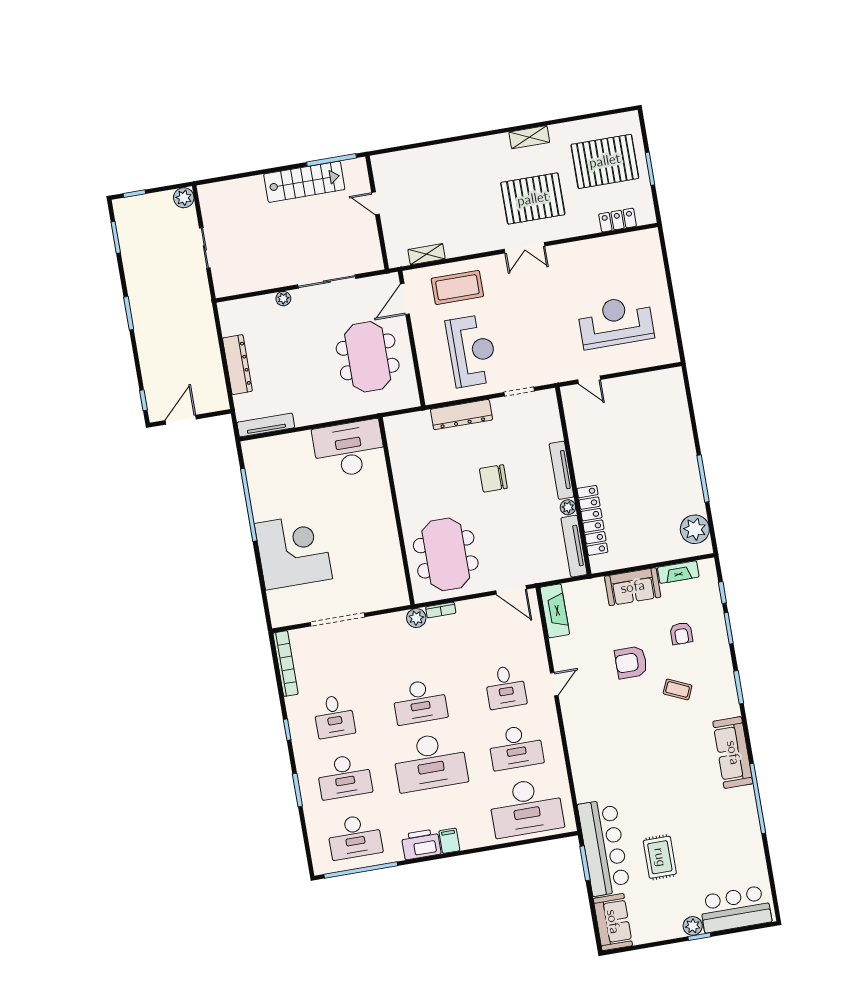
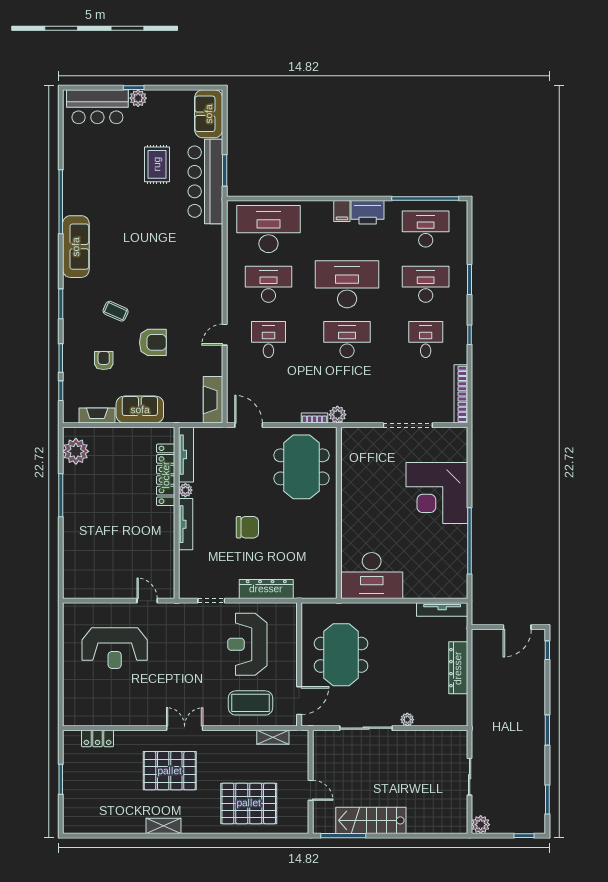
pallet: (605, 161) -> (249, 803), moved

